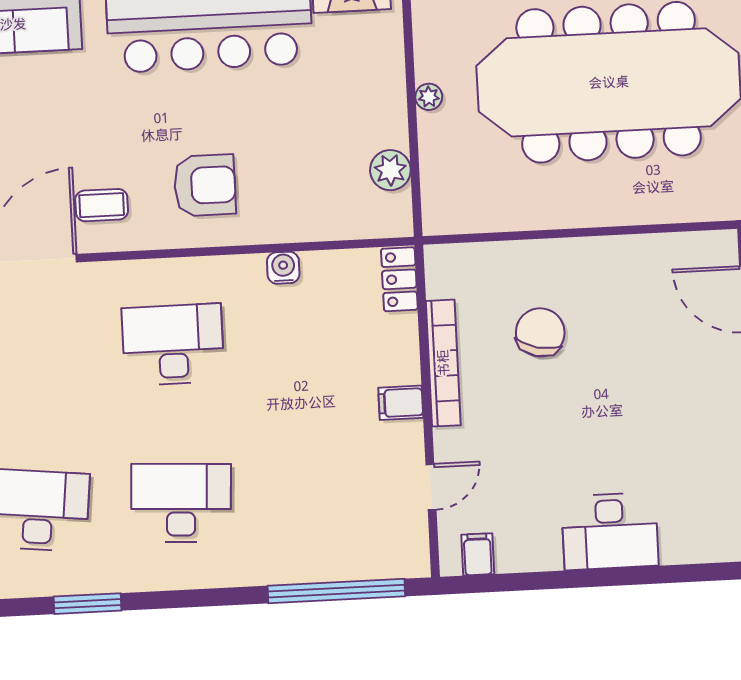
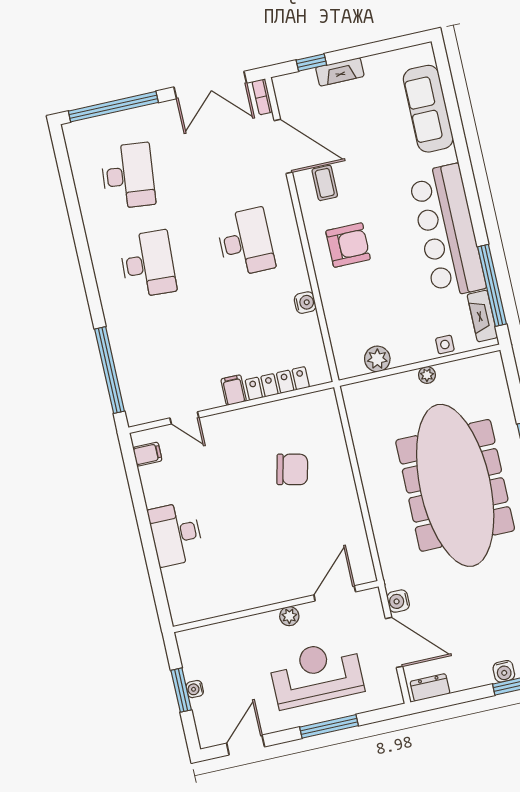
side table: (386, 61) -> (445, 344), added
armchair: (205, 185) -> (348, 245), turned -90
locker: (399, 279) -> (277, 383), moved, width x1.53
bookcase: (443, 363) -> (263, 412), removed
window: (88, 604) -> (75, 217), removed

